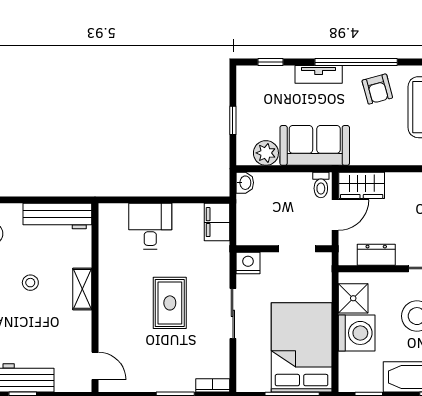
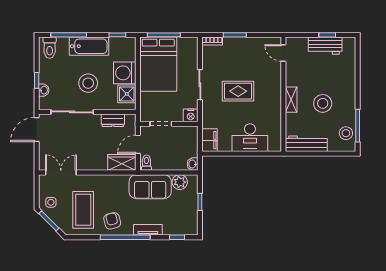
desk: (150, 226) -> (250, 138), width x1.37
stool: (30, 283) -> (323, 103), width x1.89, depth x1.89
rug: (170, 303) -> (238, 91), turned 90

